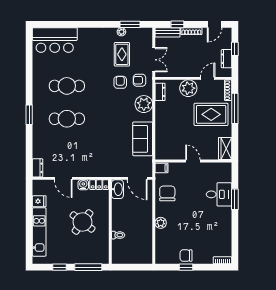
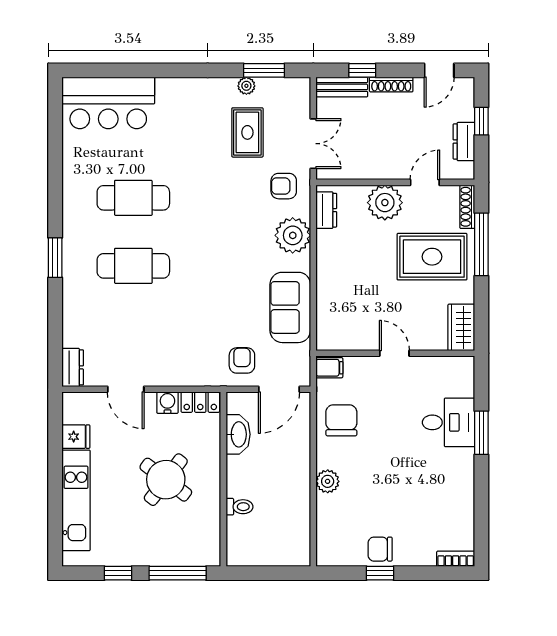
armchair: (120, 82) -> (242, 360), moved
door: (137, 178) -> (279, 389), hinge flipped
washbasin: (117, 189) -> (238, 434), moved

